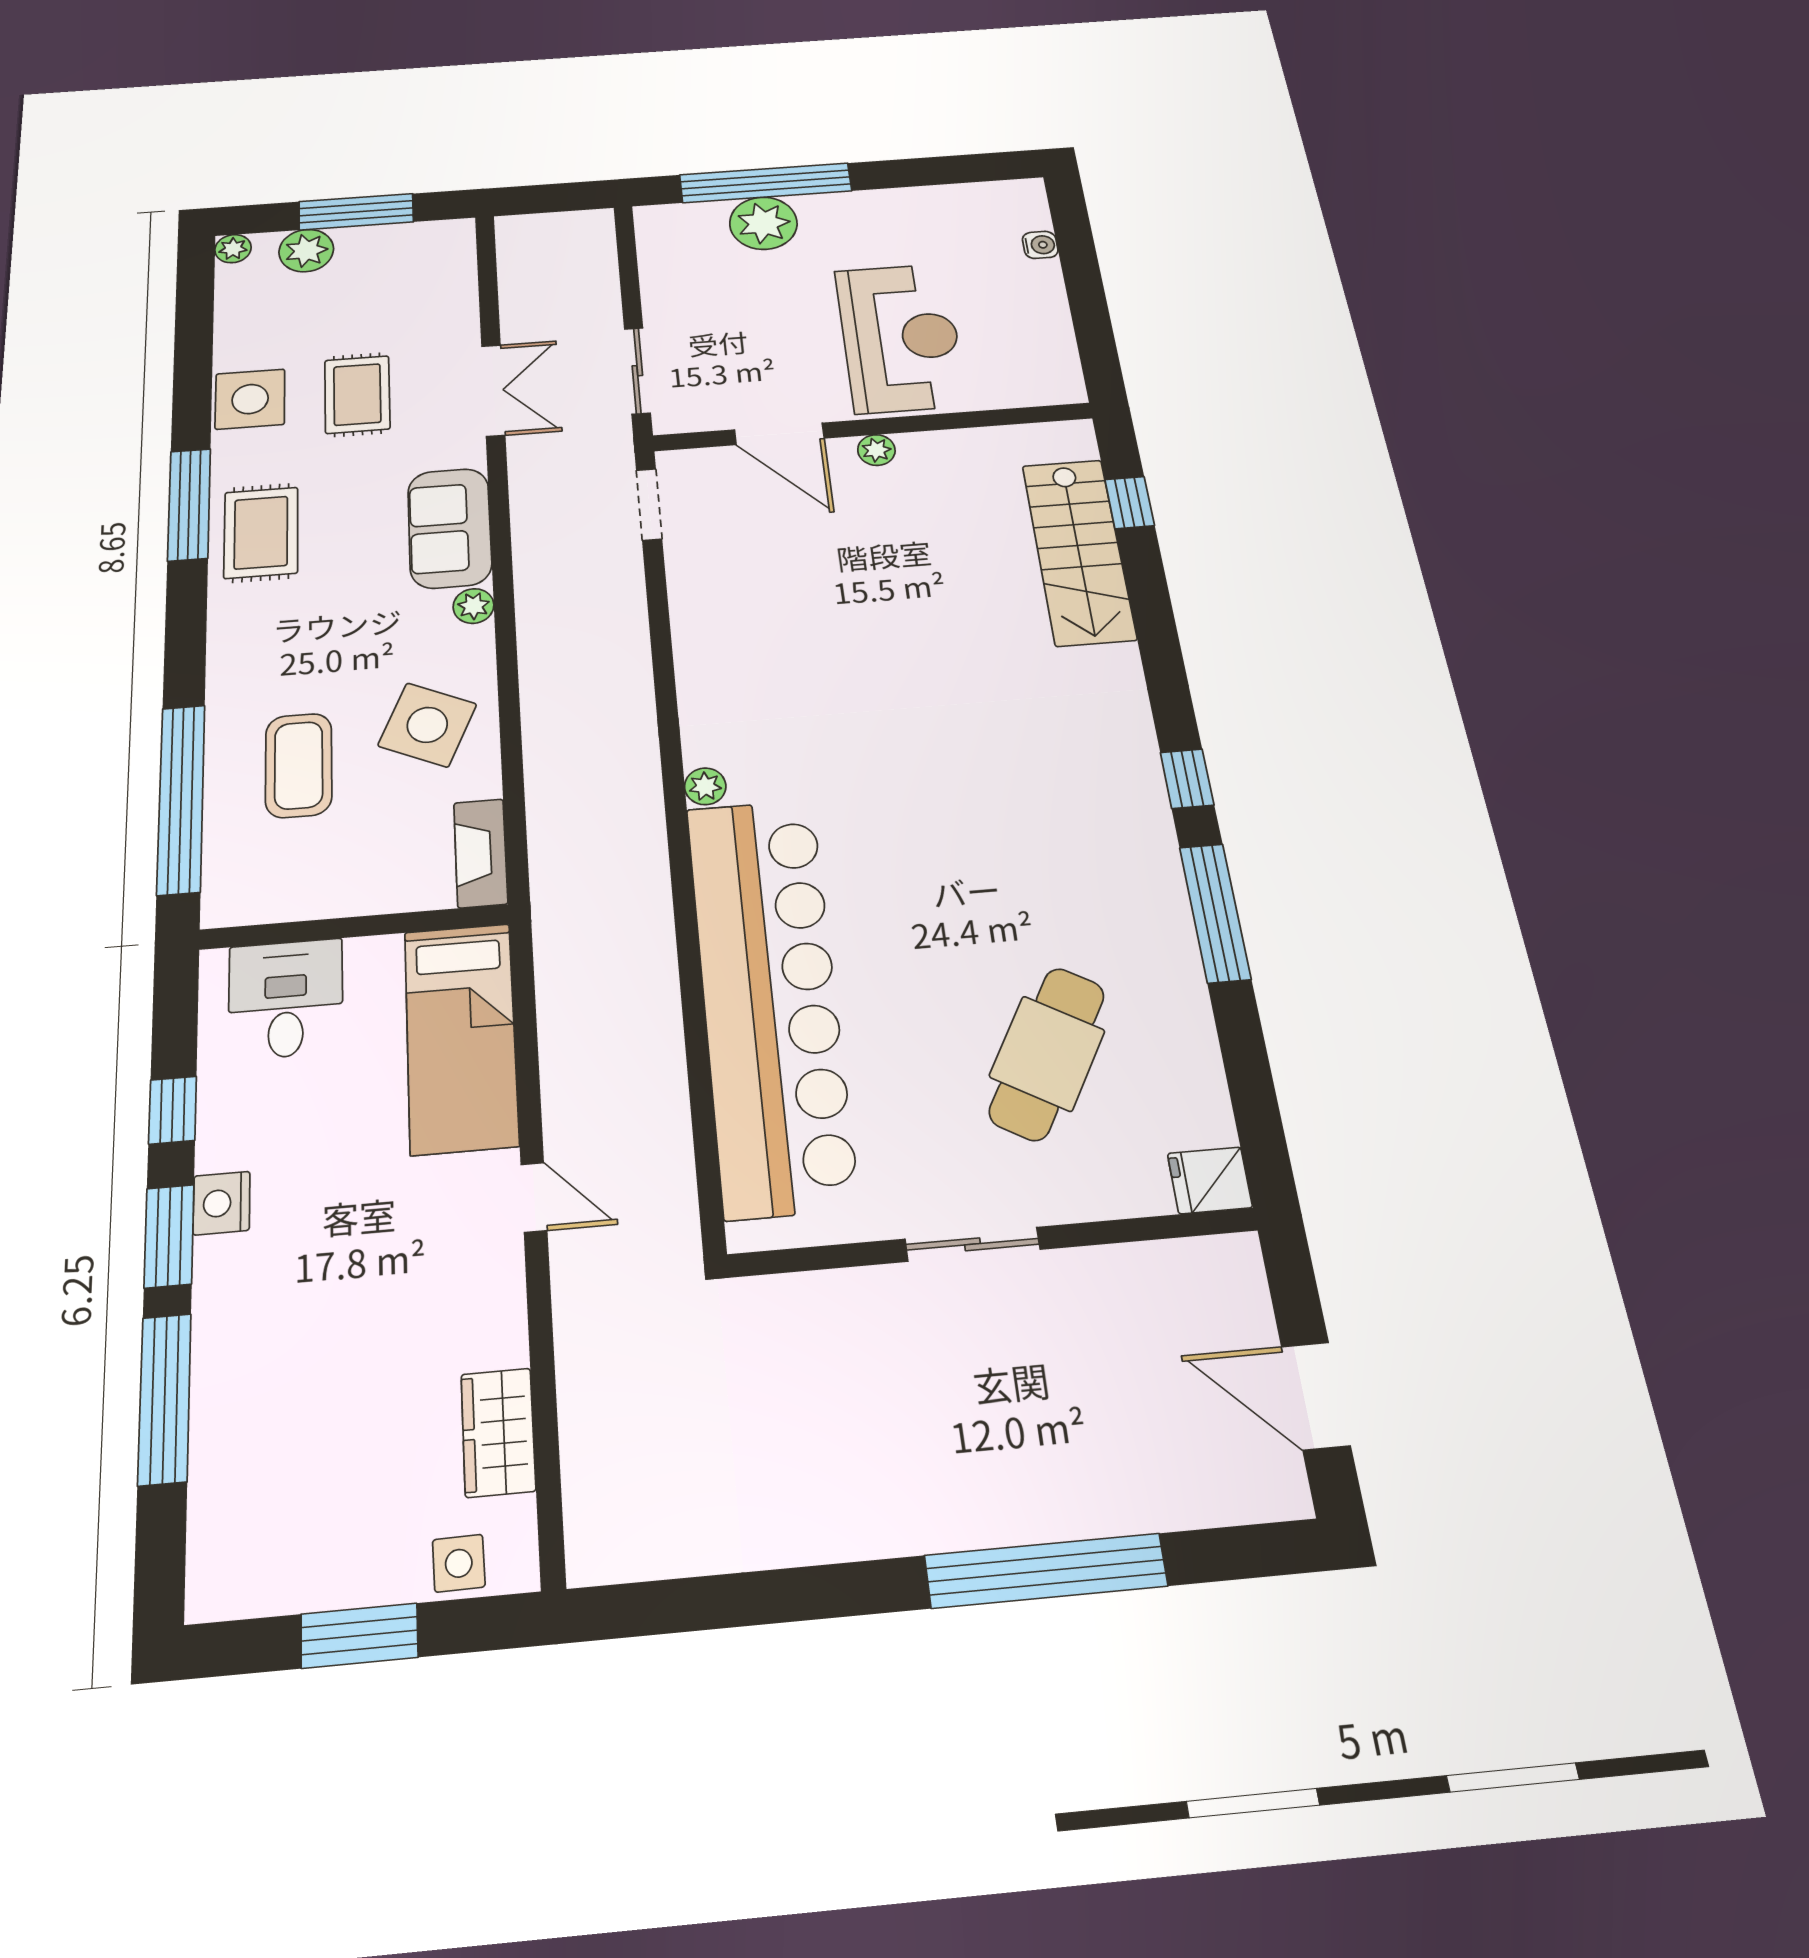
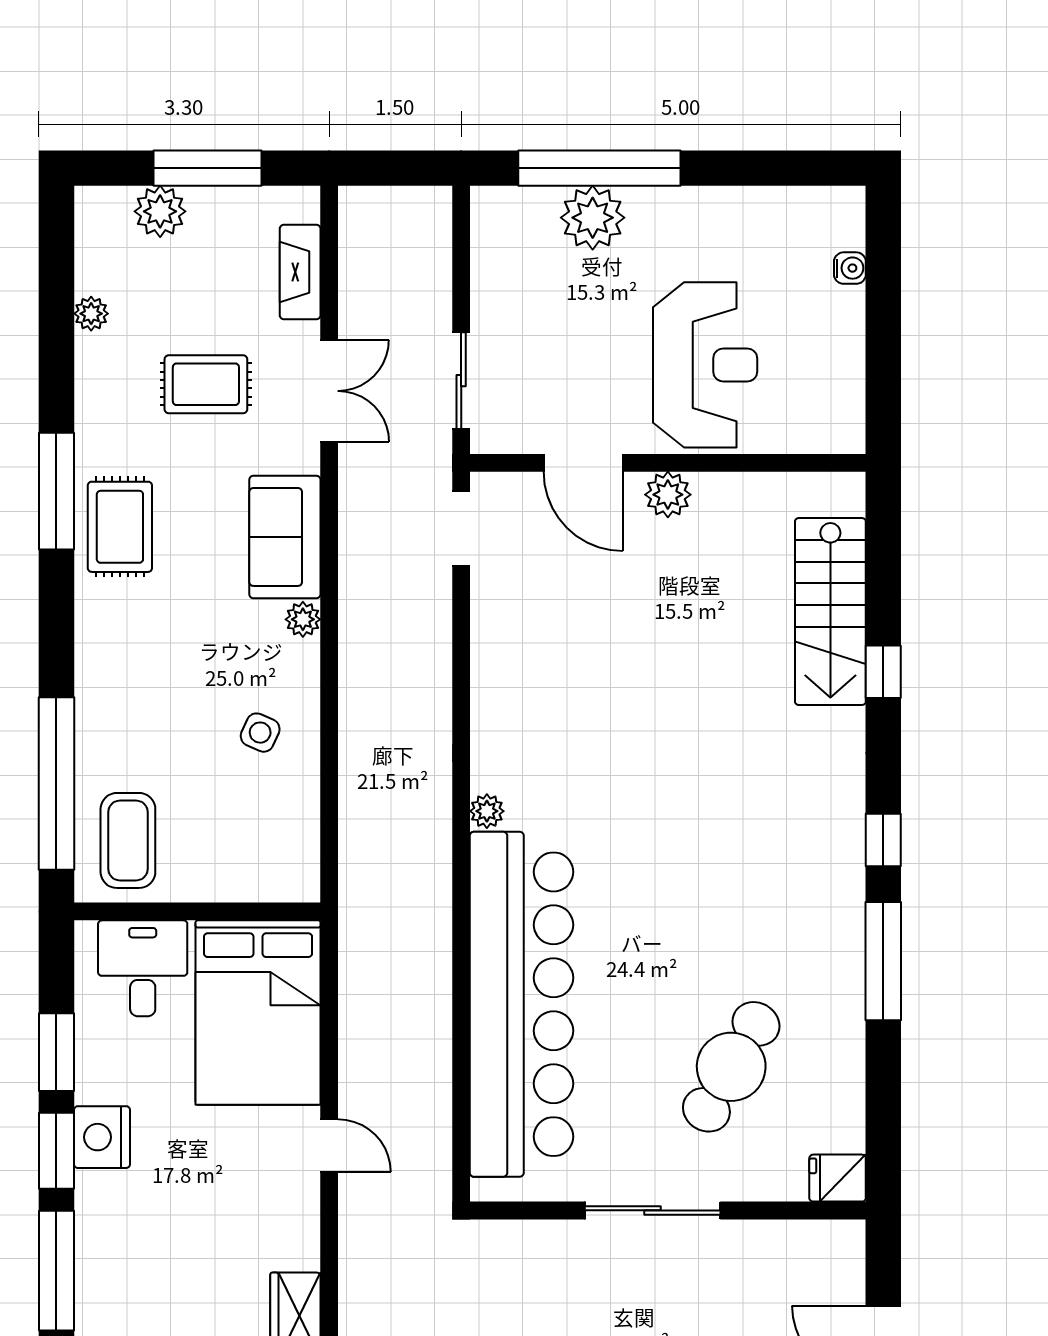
plant: (233, 249) -> (91, 314), moved
rug: (357, 394) -> (206, 384), turned 90
side table: (250, 399) -> (109, 381), removed
plant: (876, 450) -> (668, 495), width x1.38, depth x1.38
window: (1130, 503) -> (883, 672), moved
side table: (427, 725) -> (260, 733), width x0.54, depth x0.54
coffee table: (299, 765) -> (128, 840), moved
fireplace: (481, 853) -> (300, 272), moved
bed: (461, 1037) -> (258, 1013), width x1.50
window: (173, 1110) -> (56, 1052), width x1.50
nightstand: (222, 1203) -> (102, 1137), width x1.36, depth x1.33
sliding door: (972, 1244) -> (653, 1210), width x1.37

